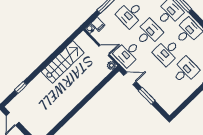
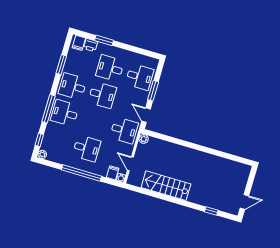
desk: (149, 33) -> (140, 77), moved, turned 180
door: (104, 50) -> (130, 164), moved

